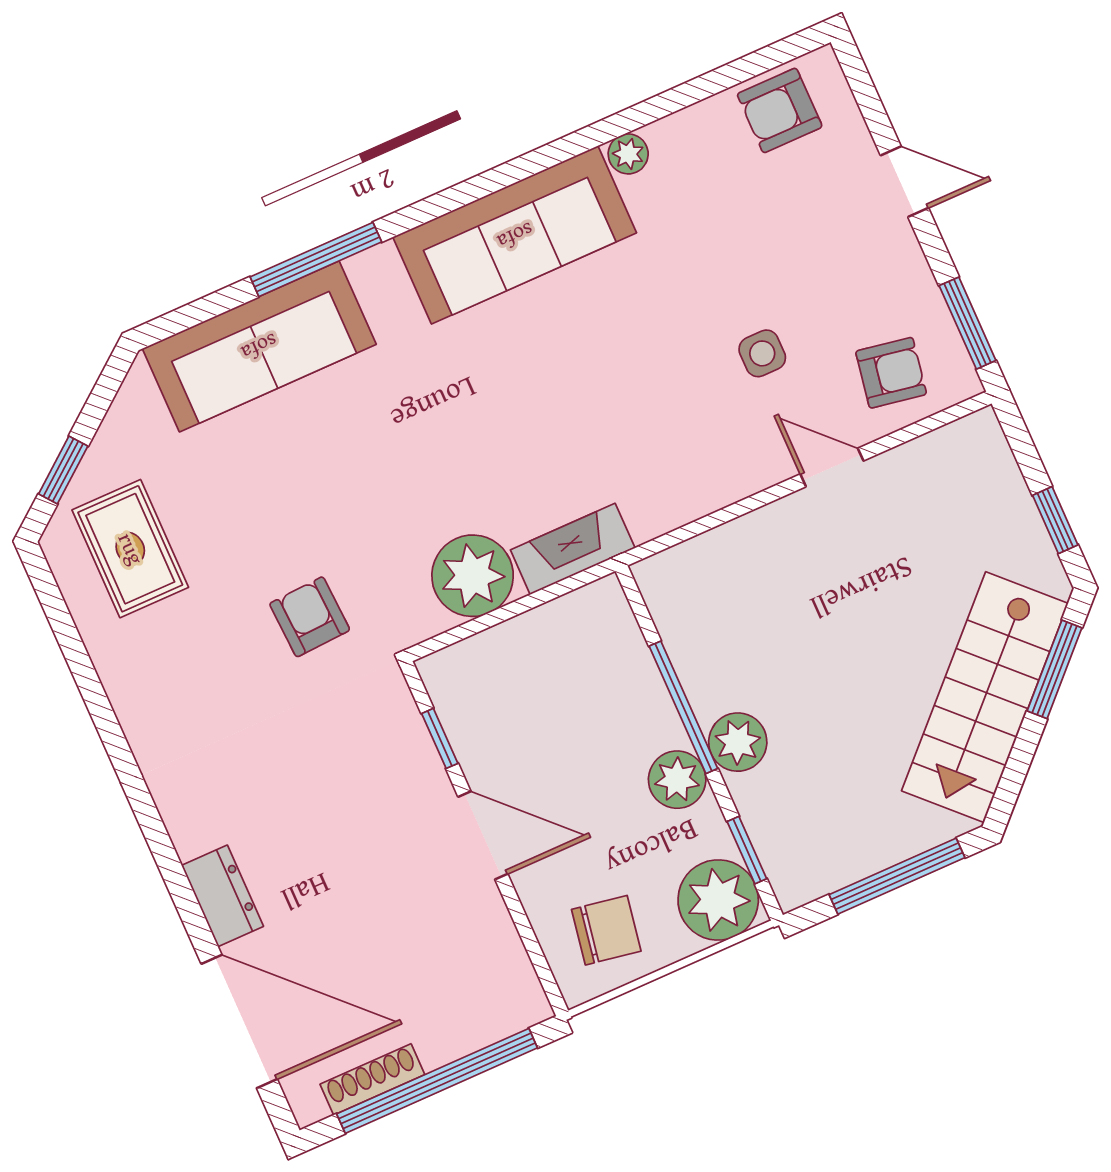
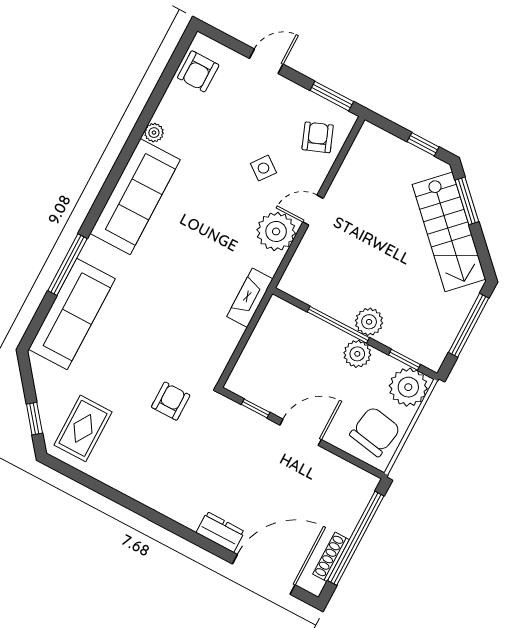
side table: (762, 353) -> (263, 168), turned 37
armchair: (891, 373) -> (318, 137), turned -31
door: (832, 467) -> (313, 210), moved
rug: (130, 549) -> (83, 428), turned 90
plant: (473, 576) -> (276, 231), moved
armchair: (310, 617) -> (171, 401), turned 93
chair: (606, 930) -> (375, 432), width x1.37, depth x1.37

